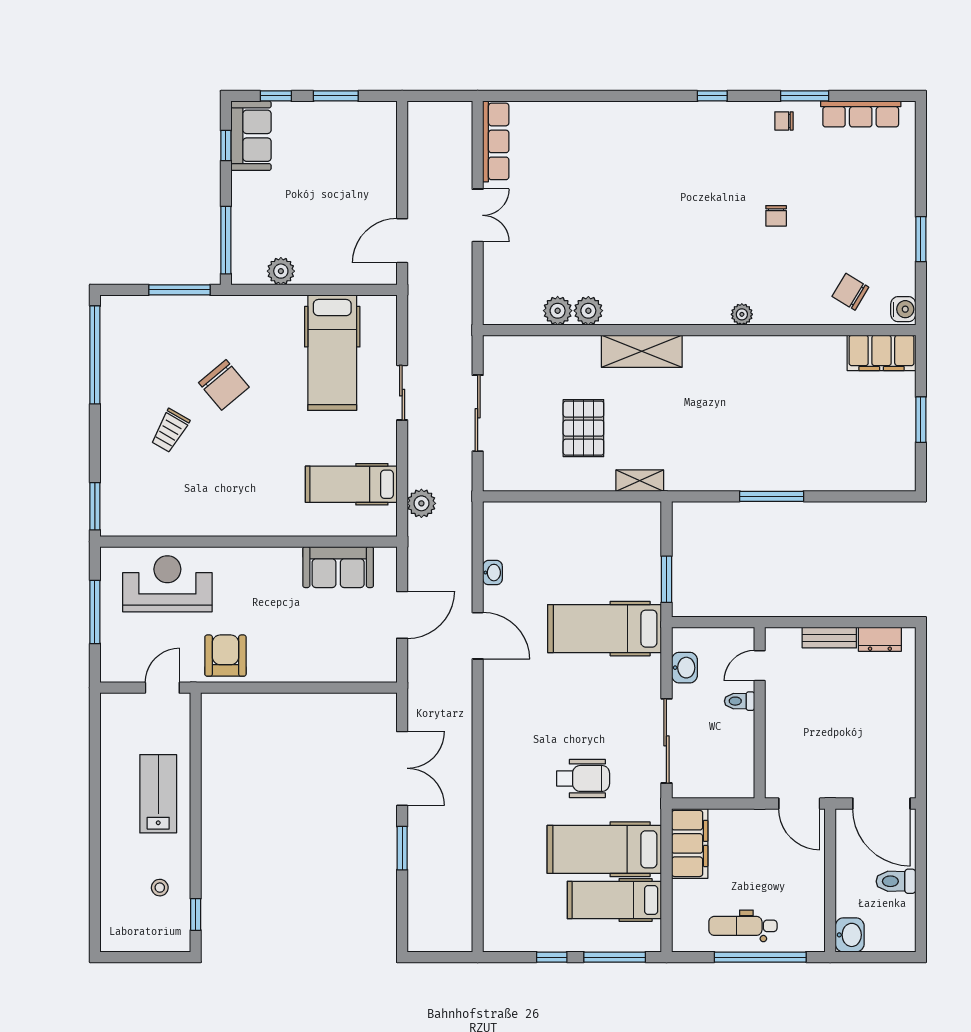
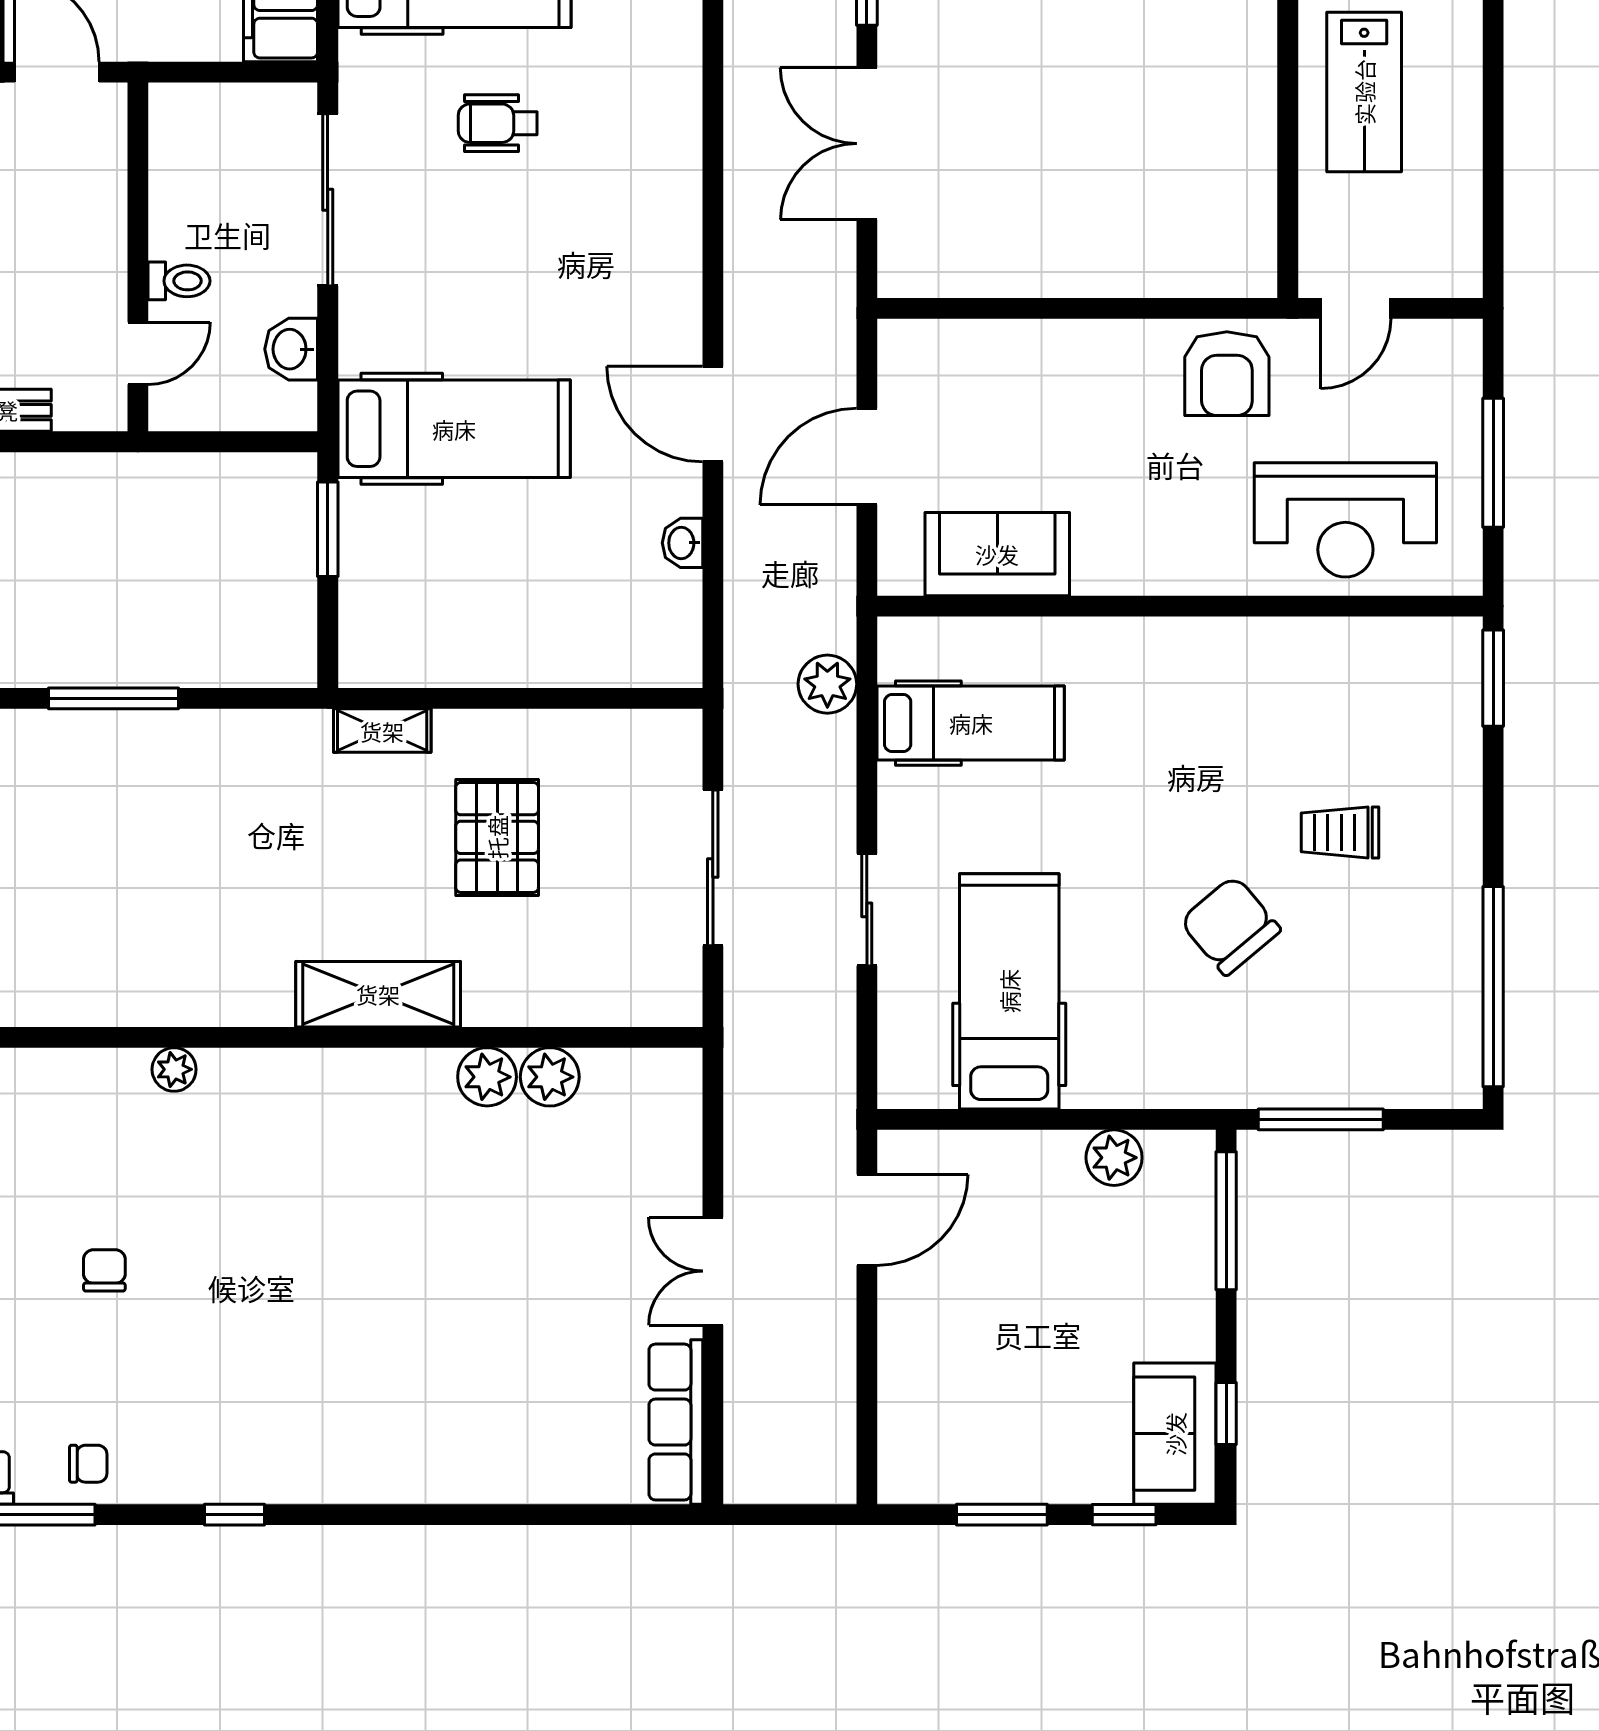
trolley: (170, 431) -> (1340, 832), turned -120
wheelchair: (583, 778) -> (498, 123), width x0.73, depth x0.73

